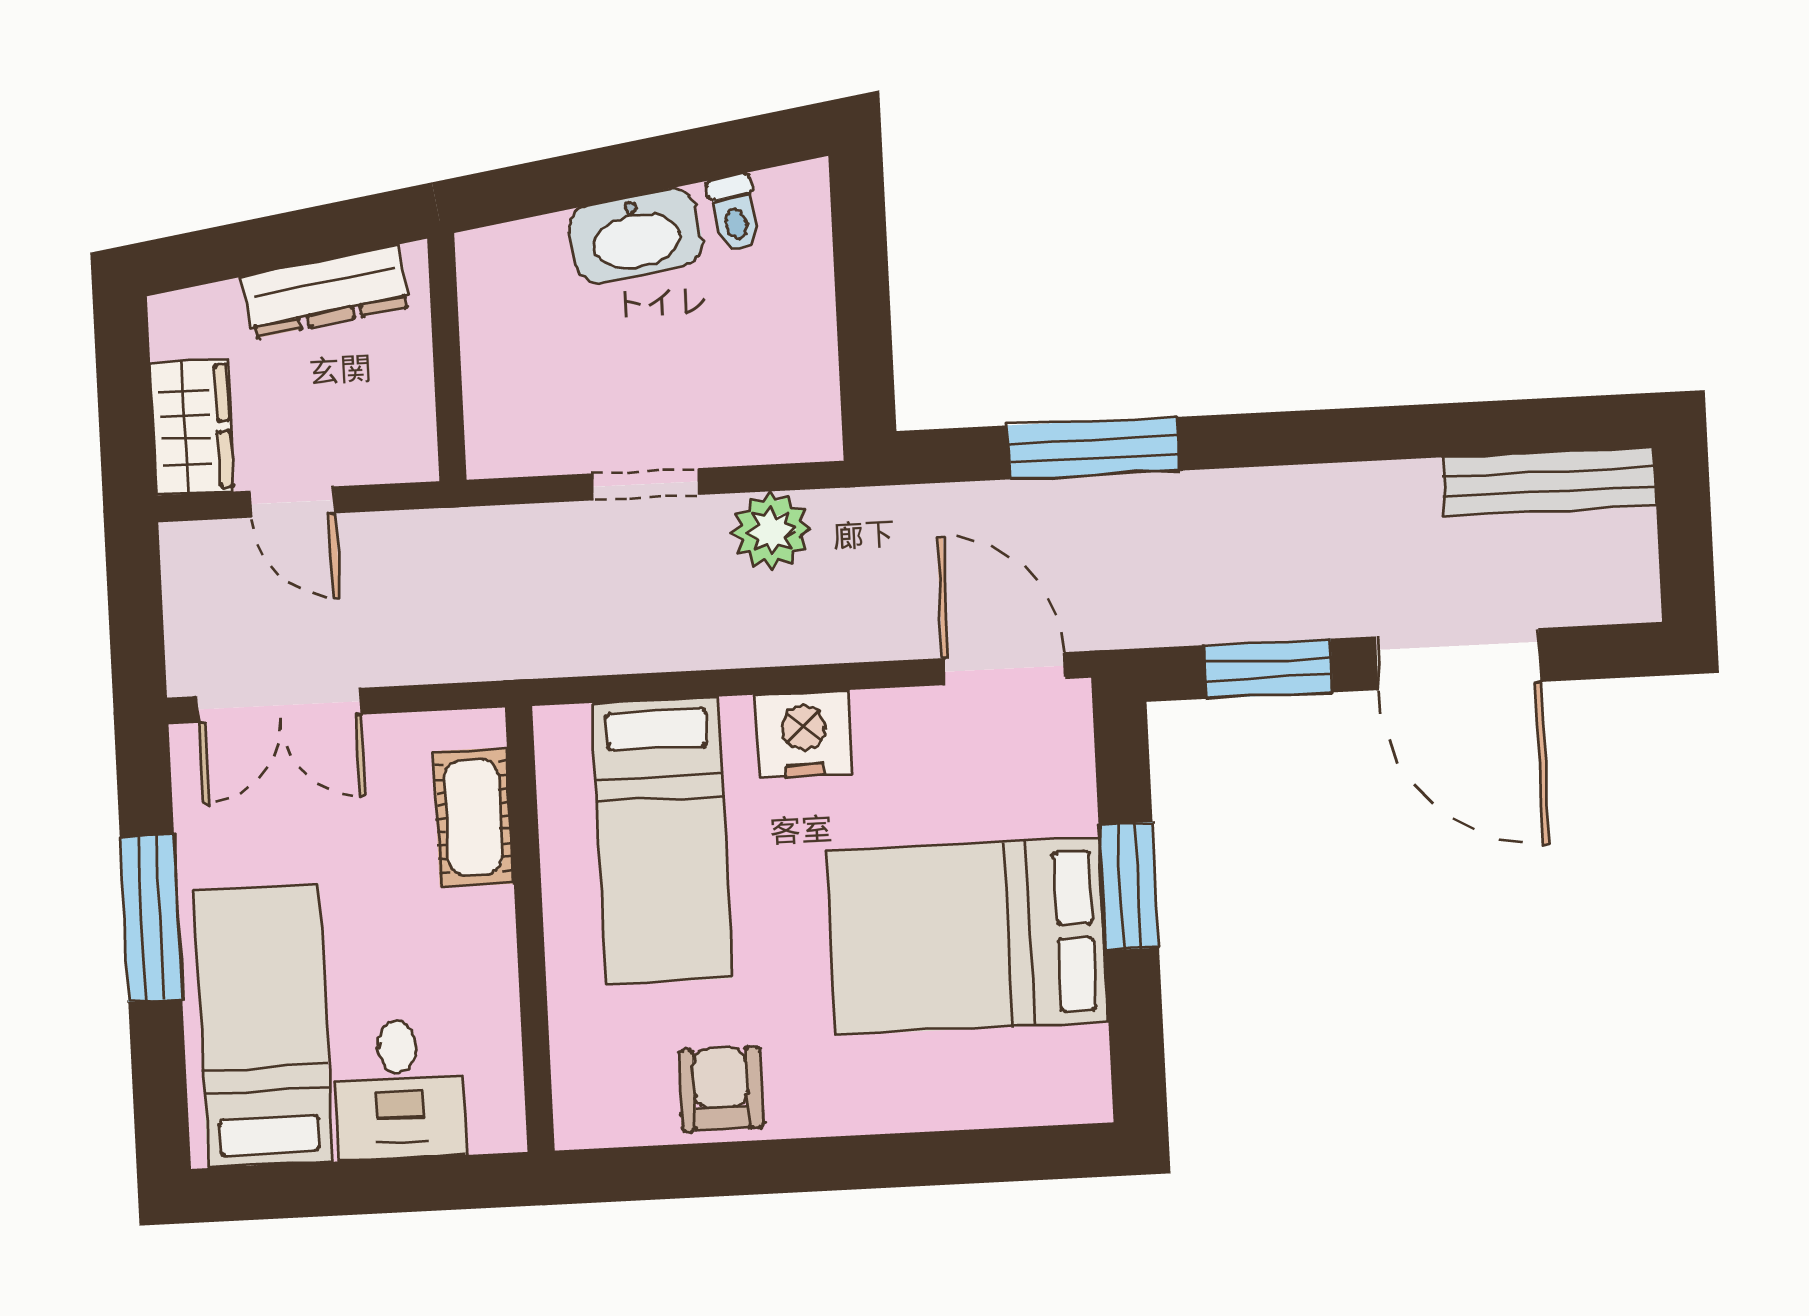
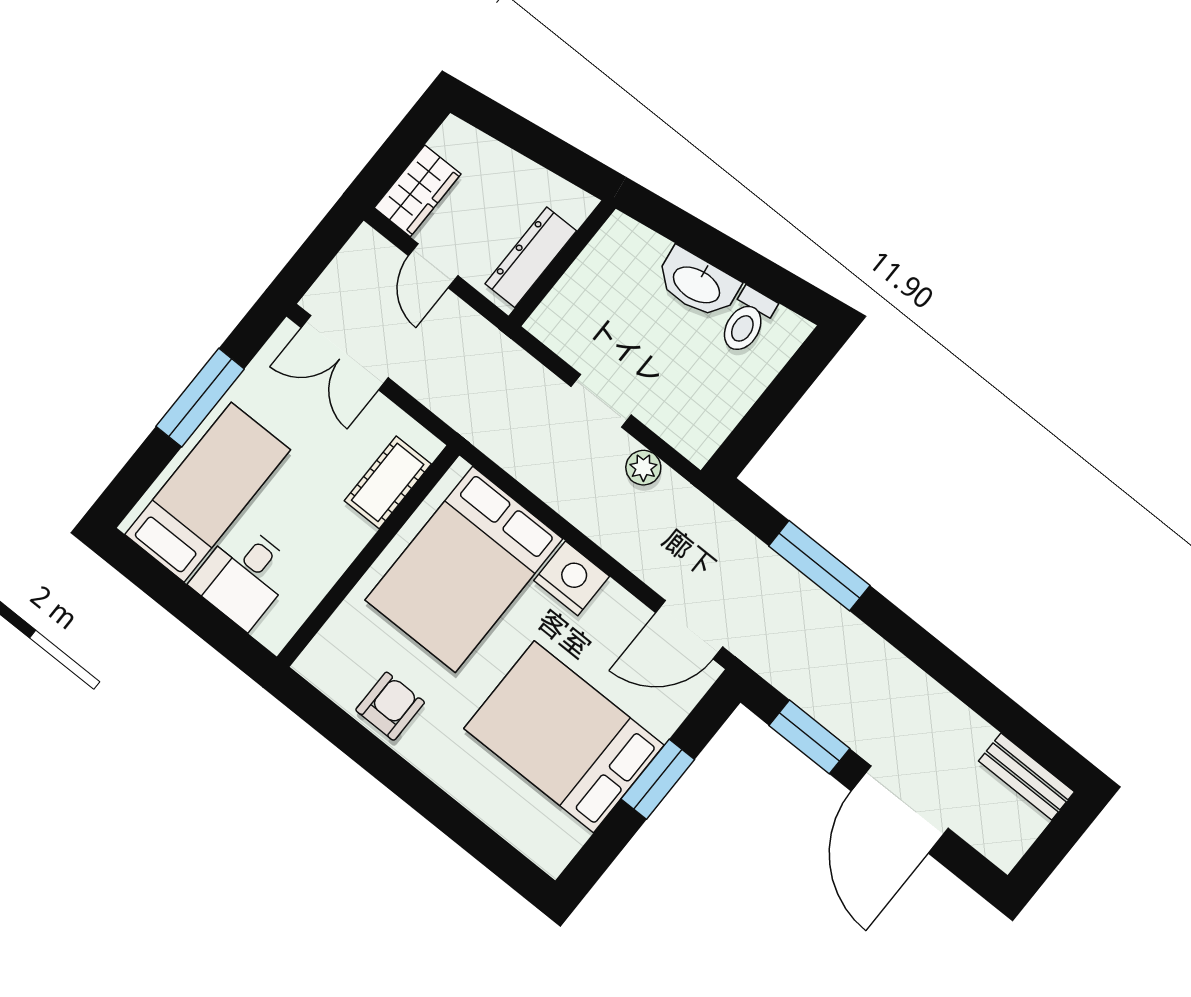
toilet: (734, 213) -> (747, 321), width x1.37, depth x1.39
dresser: (326, 292) -> (531, 257), moved, turned 99
bench: (1549, 482) -> (1026, 776), width x0.73
plant: (771, 531) -> (643, 468), width x0.73, depth x0.73
door: (1004, 669) -> (689, 630), swing flipped
bed: (662, 841) -> (464, 569), width x1.50

